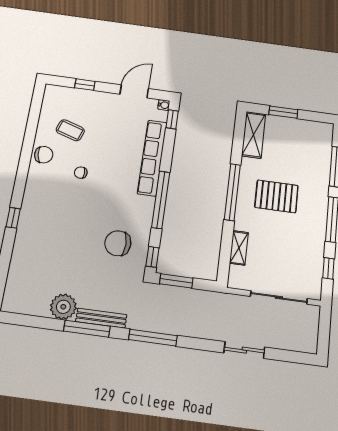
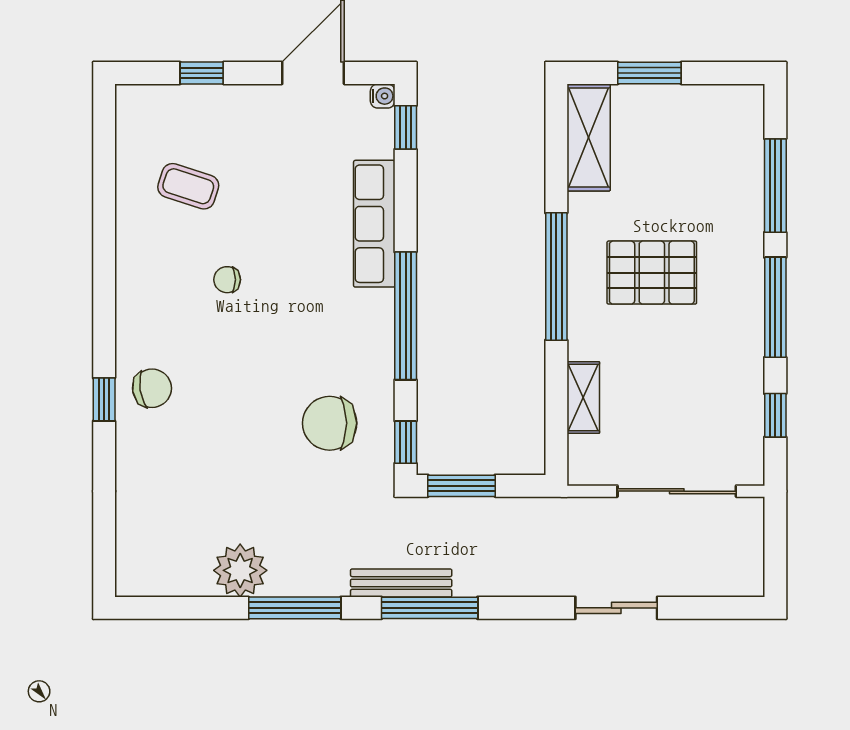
chair: (44, 155) -> (152, 388), moved
row of seats: (152, 158) -> (374, 224), width x0.73
bench: (101, 318) -> (401, 583), moved

